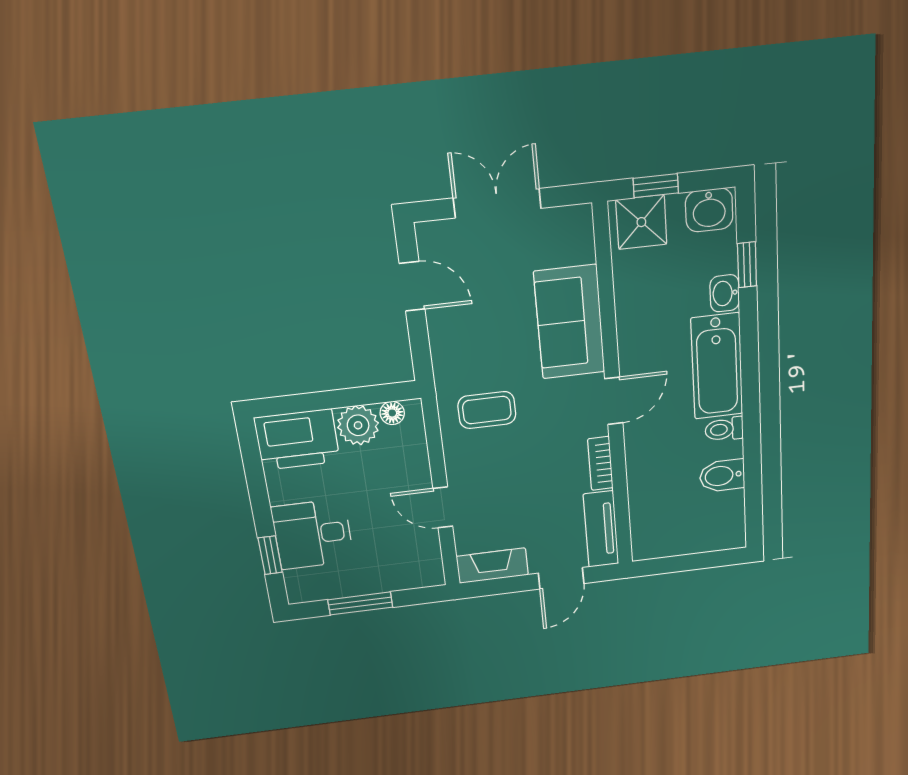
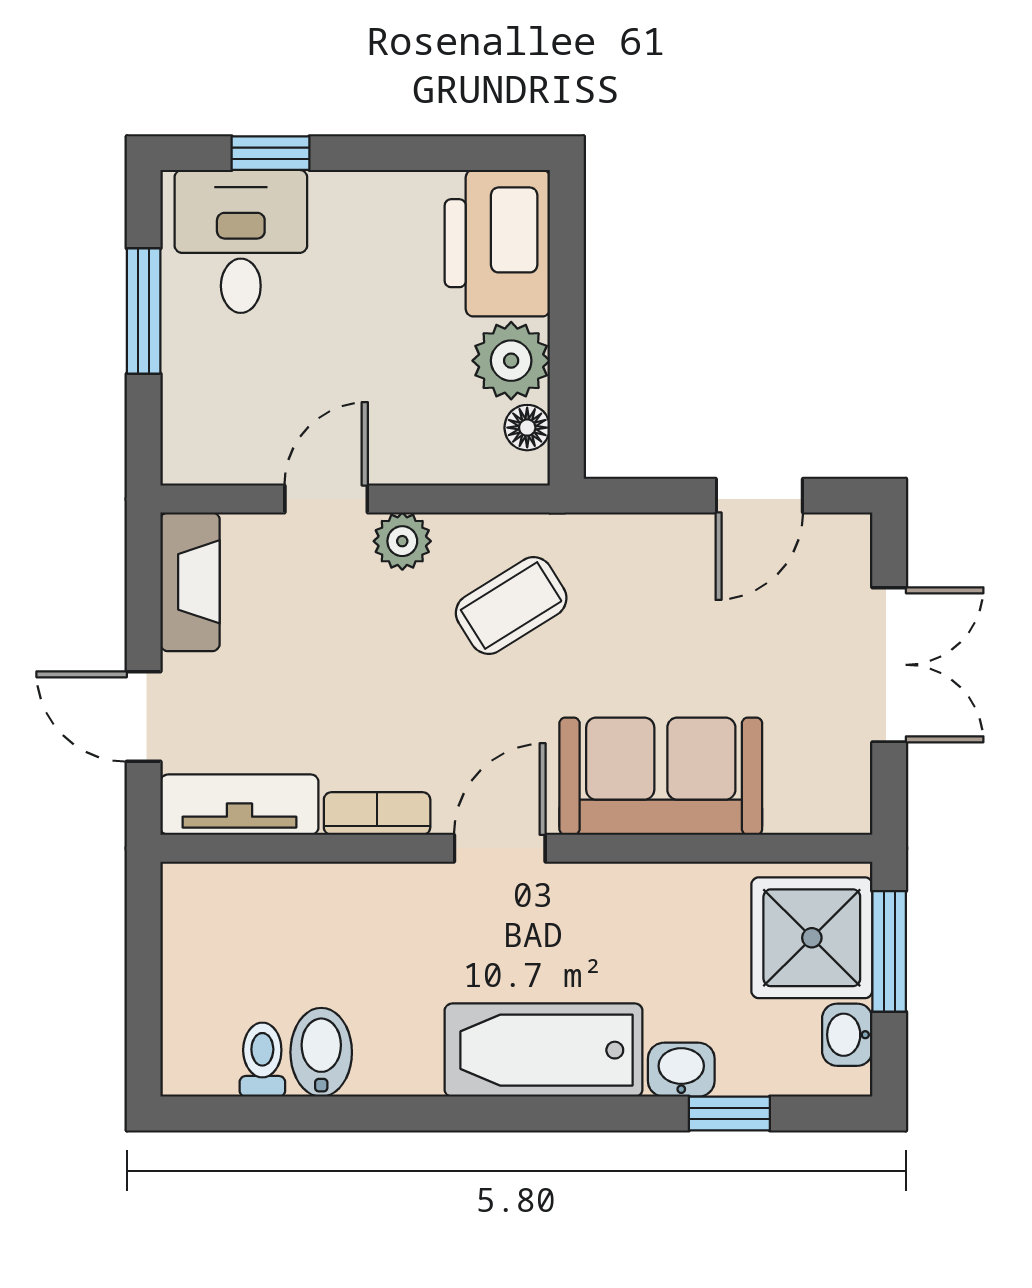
window: (656, 186) -> (889, 951), width x1.50
washbasin: (709, 210) -> (847, 1035), width x0.72, depth x0.69
shower: (641, 222) -> (812, 938), width x1.36, depth x1.36
door: (614, 401) -> (500, 848), swing flipped
coffee table: (487, 410) -> (511, 605), turned 58
toilet: (724, 429) -> (262, 1060), moved
plant: (460, 468) -> (402, 541), added
desk: (313, 534) -> (241, 241), moved

